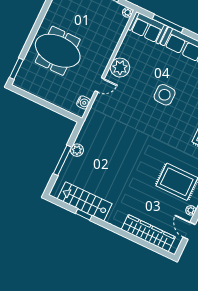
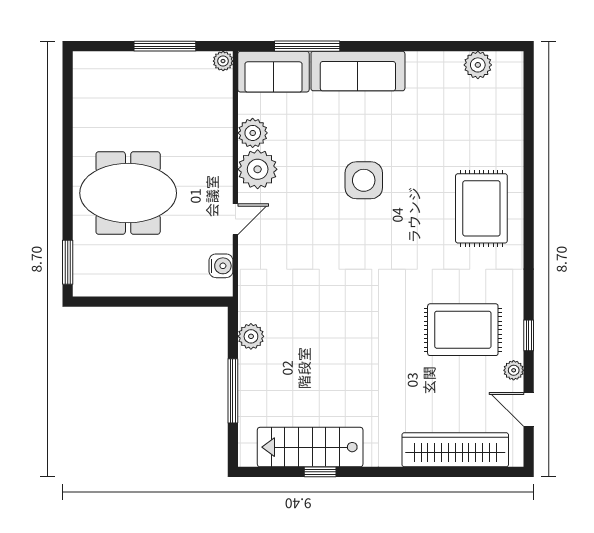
plant: (125, 50) -> (253, 133), added
plant: (77, 150) -> (251, 336), moved

